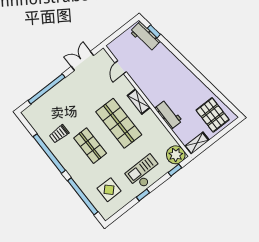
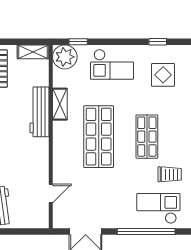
shelving: (139, 102) -> (60, 104), moved
checkout: (50, 108) -> (158, 208), added
workbench: (168, 115) -> (40, 112), width x1.38
window: (143, 195) -> (158, 42), moved

